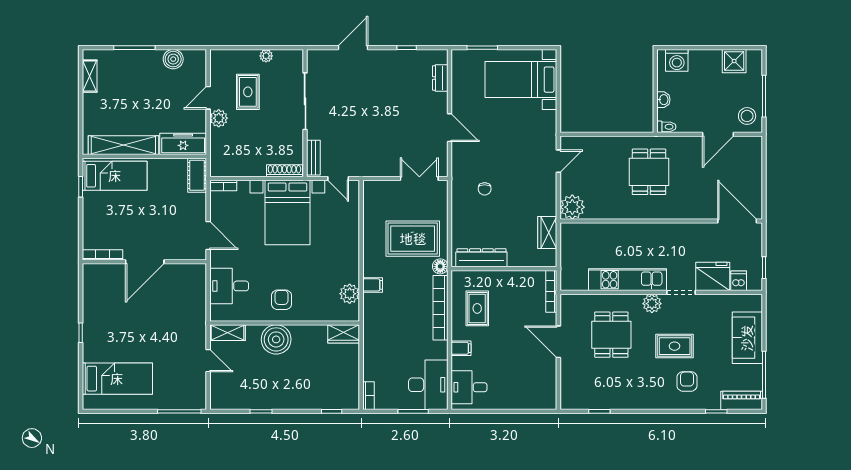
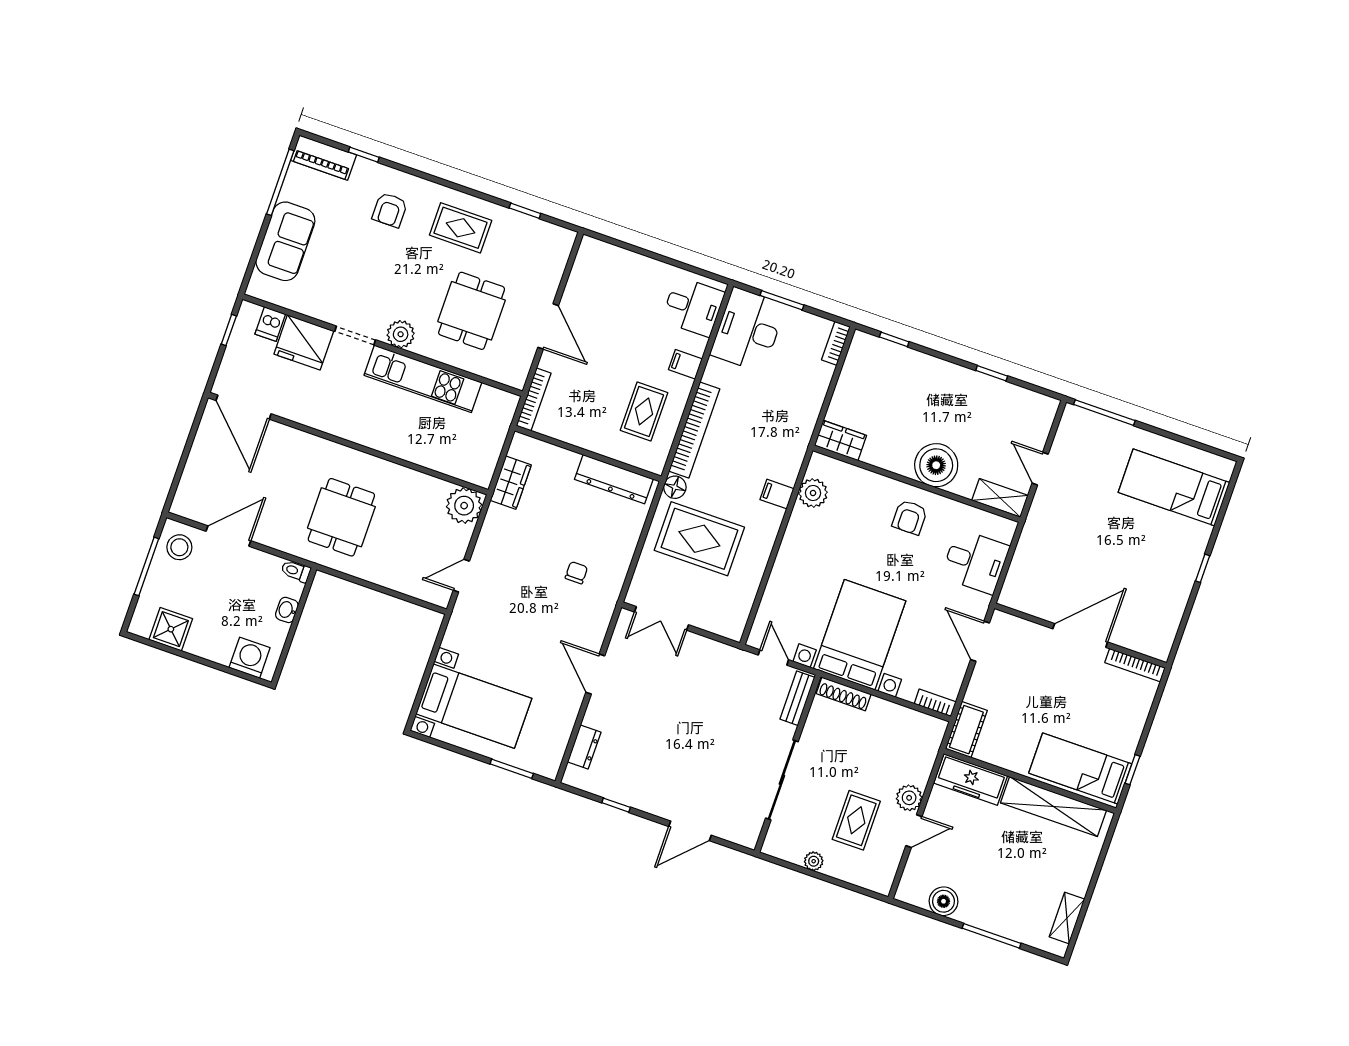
rug: (675, 346) -> (461, 228), moved

